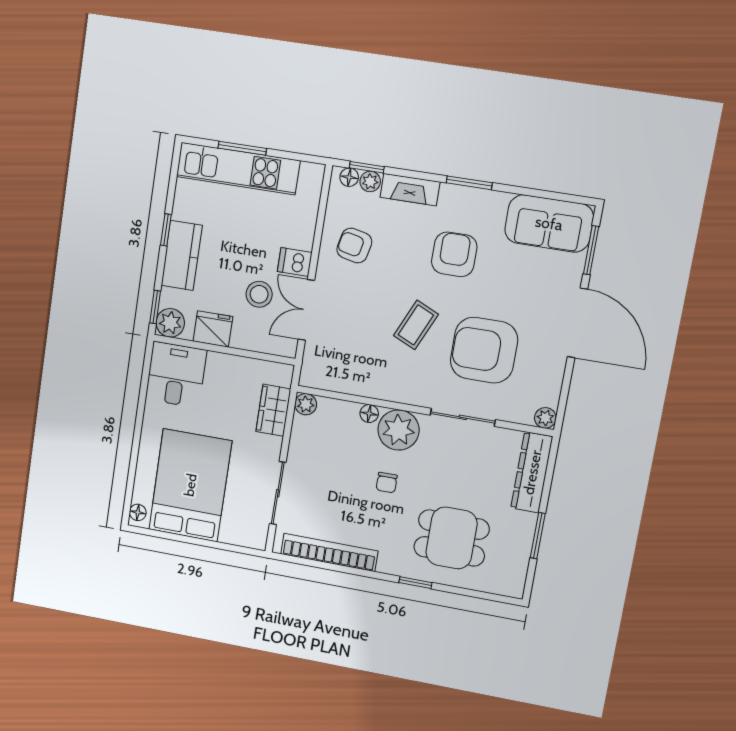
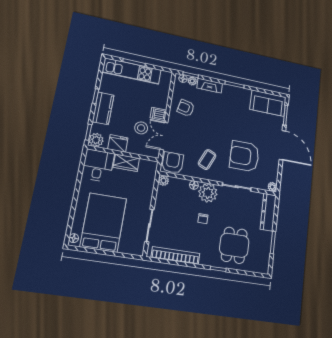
armchair: (454, 254) -> (173, 163), moved
coffee table: (416, 325) -> (207, 160), moved
wardrobe: (273, 410) -> (126, 163), moved, turned -90
dining table: (452, 538) -> (234, 245), turned 90

